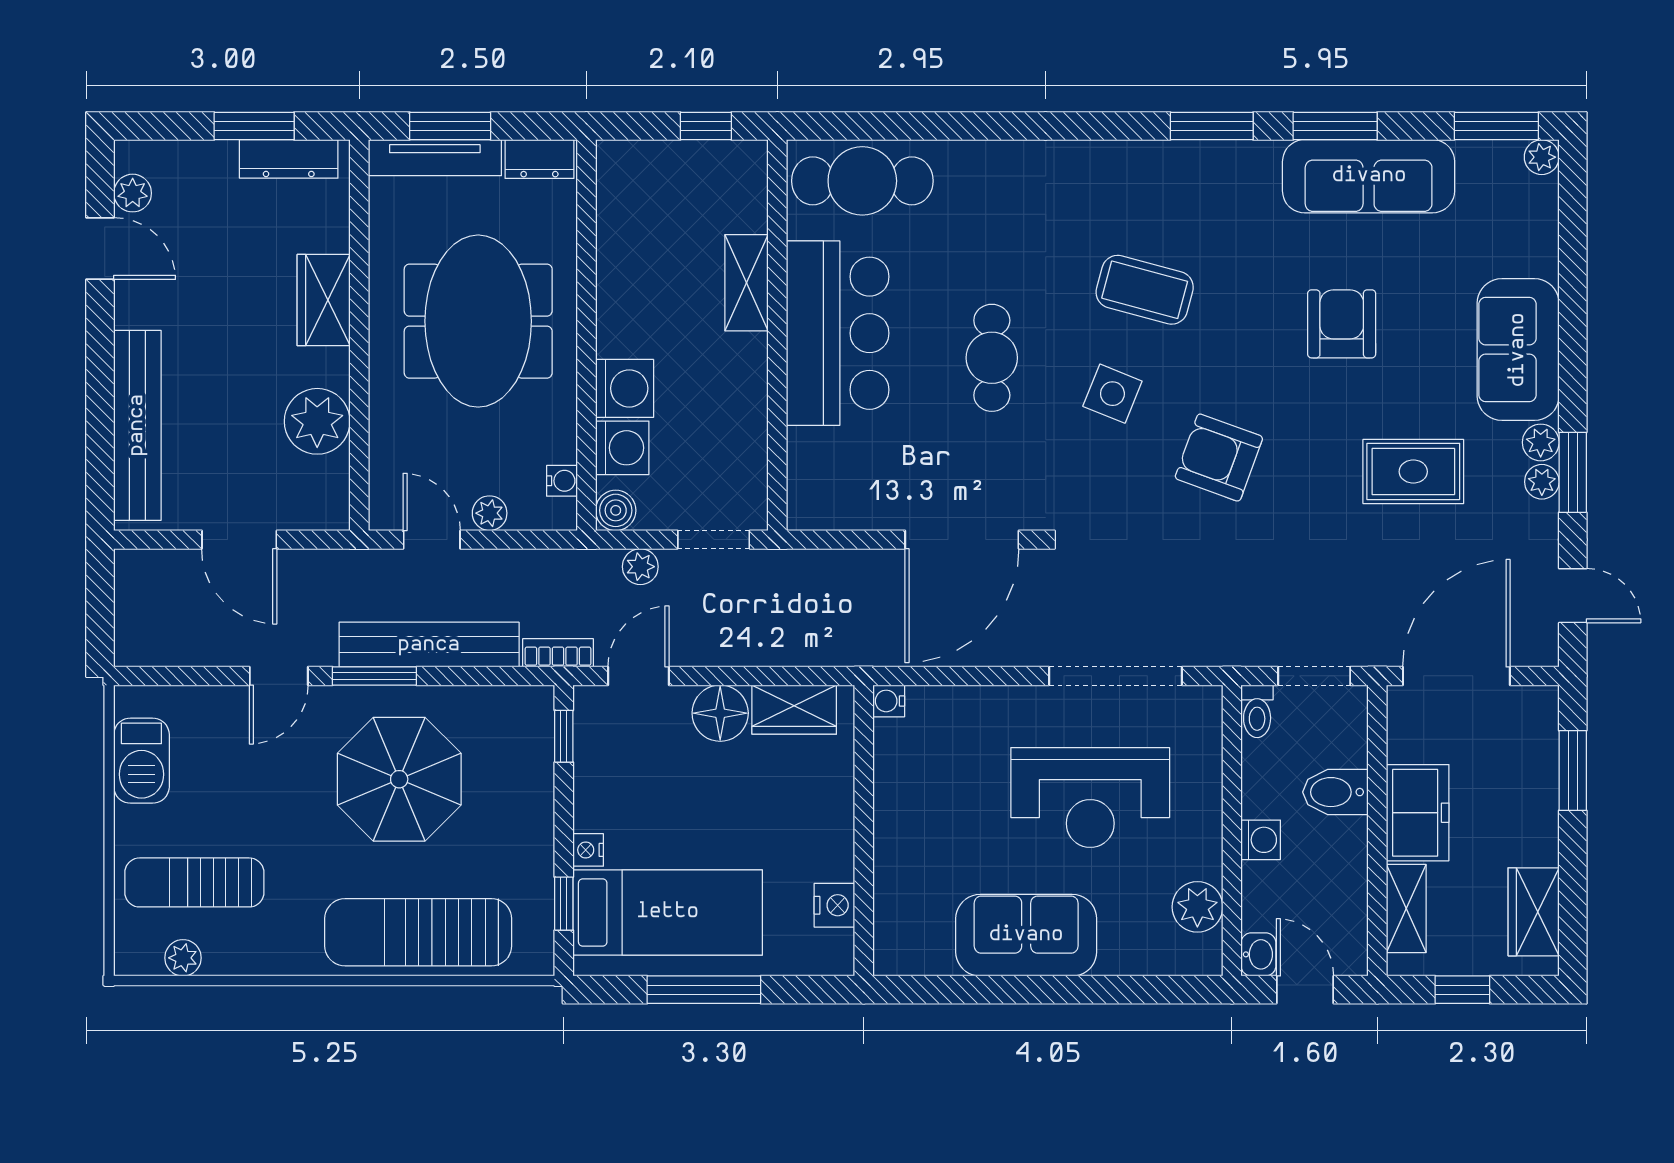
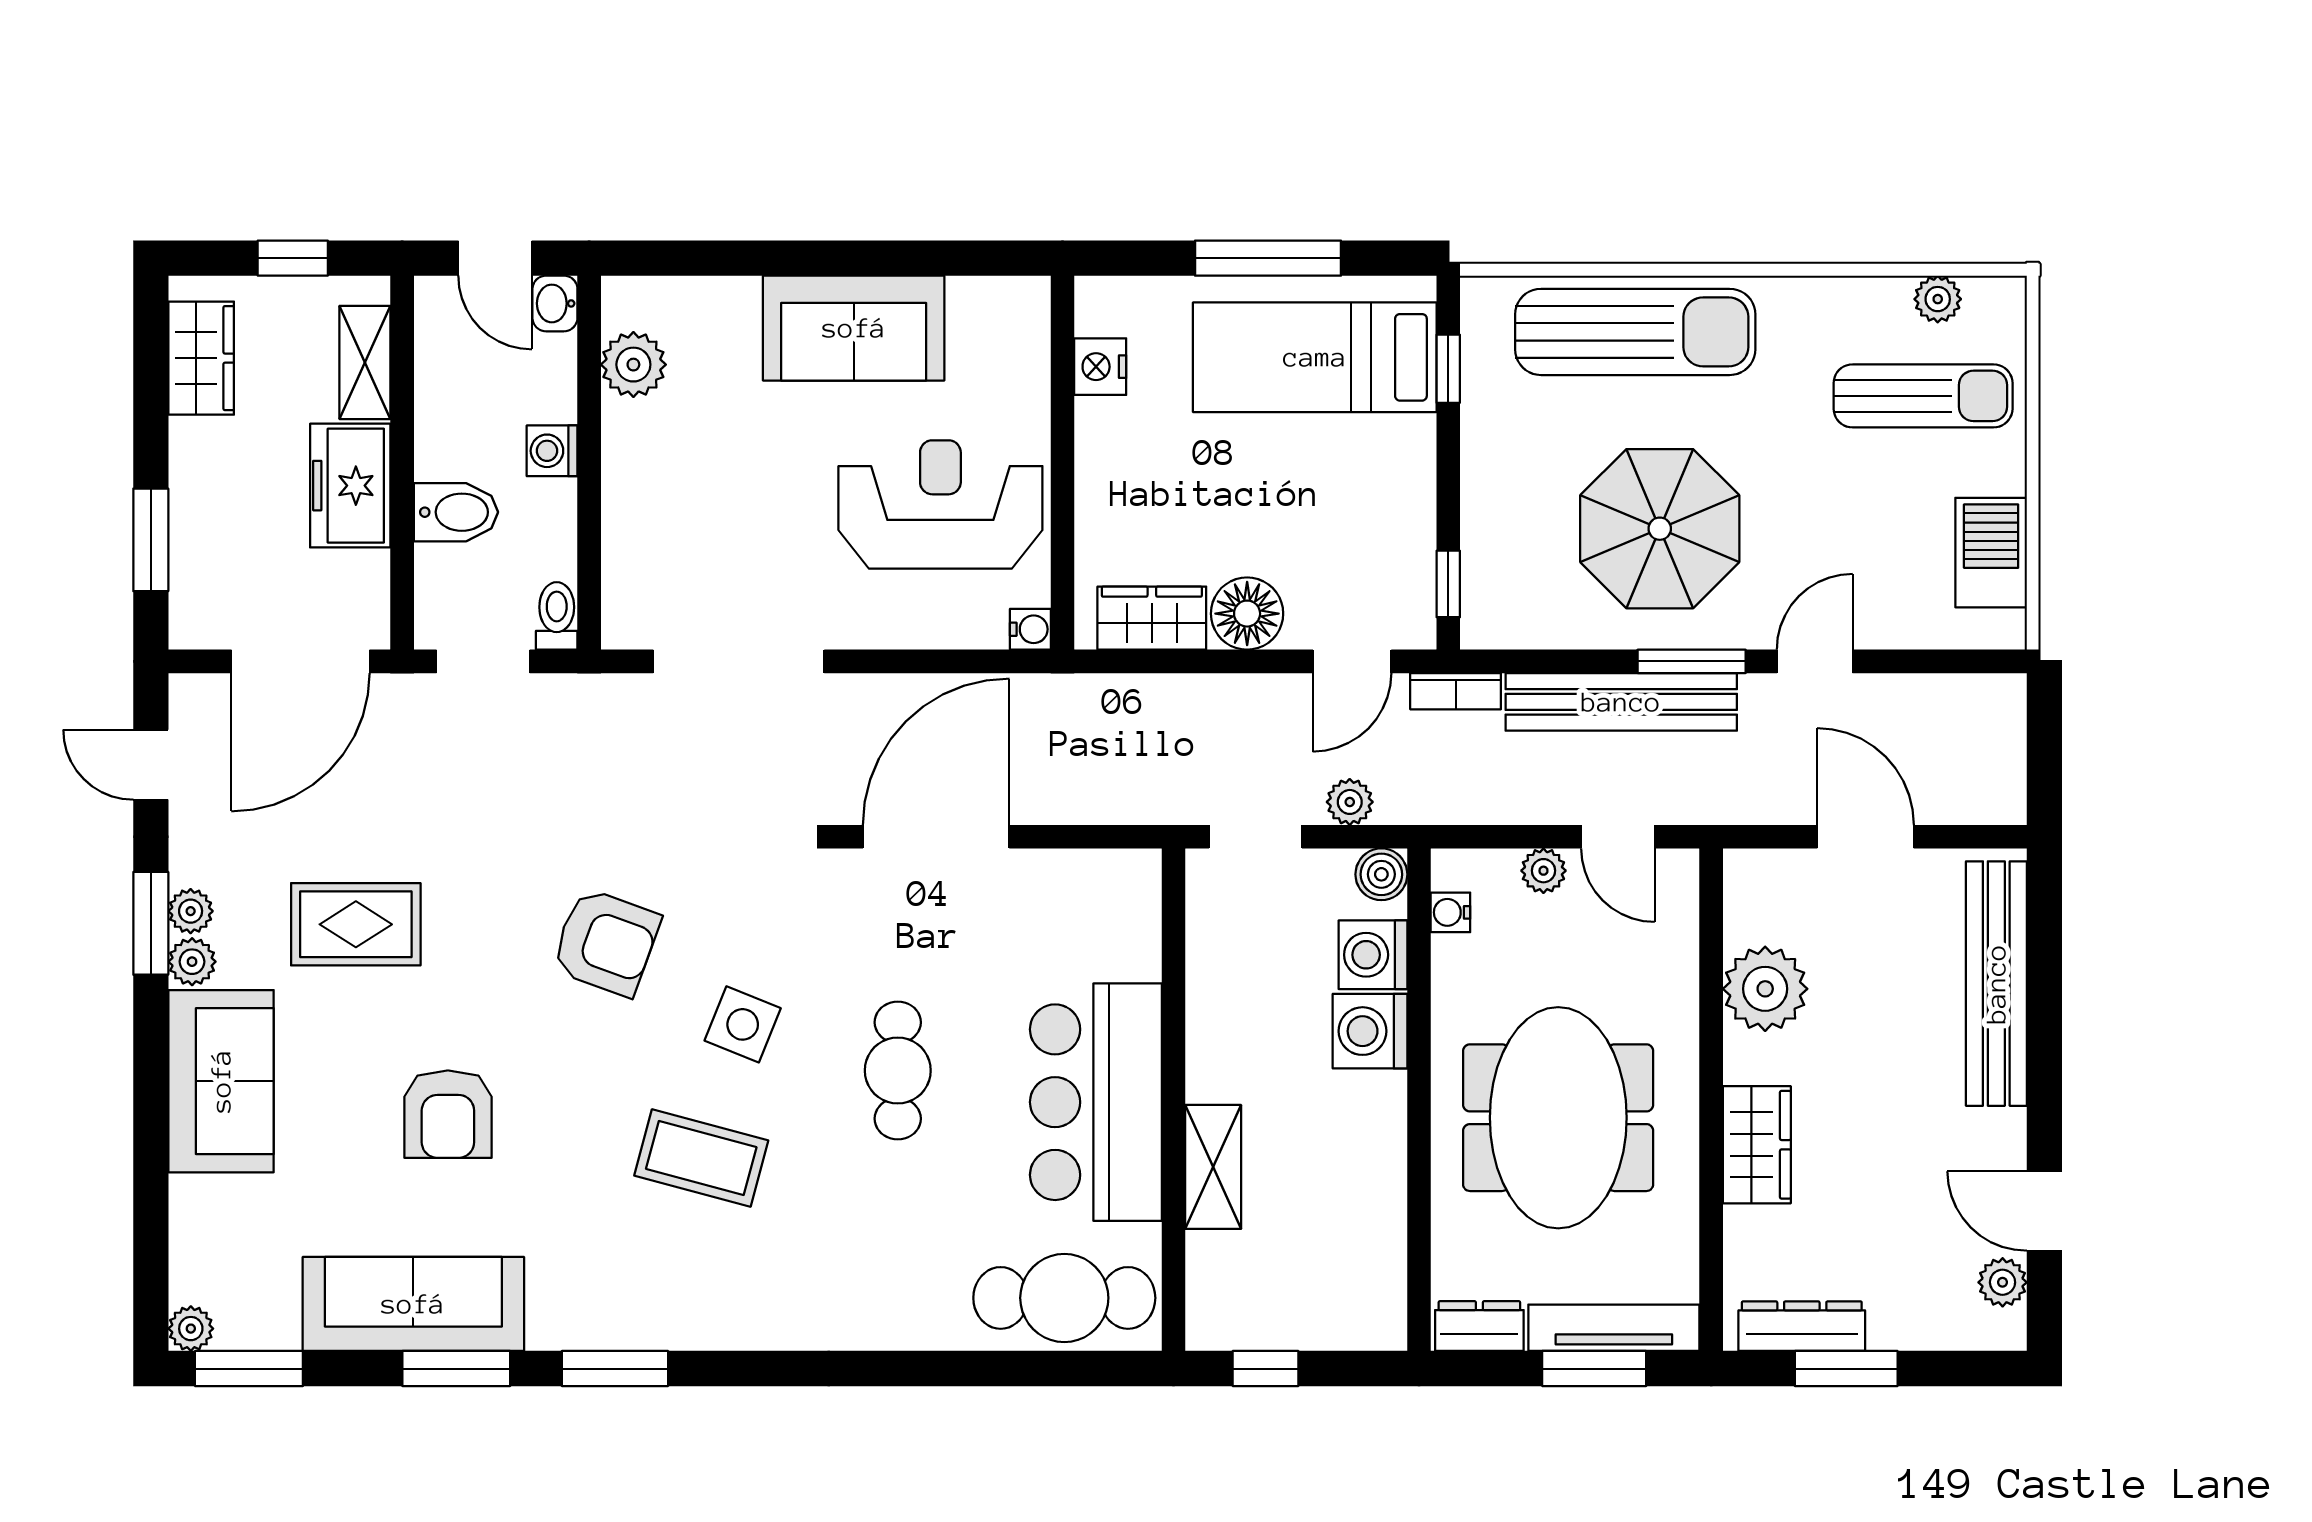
reception desk: (1090, 798) -> (940, 505), moved
nightstand: (588, 850) -> (1417, 438), removed

